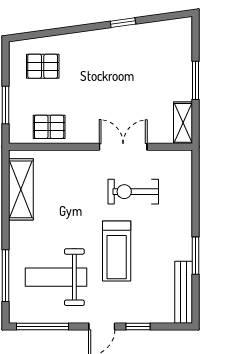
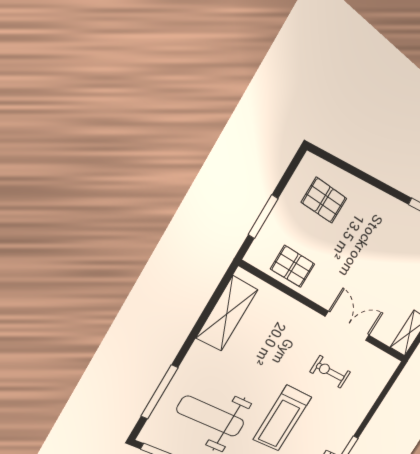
exercise bike: (133, 192) -> (330, 372), width x0.73, depth x0.72

